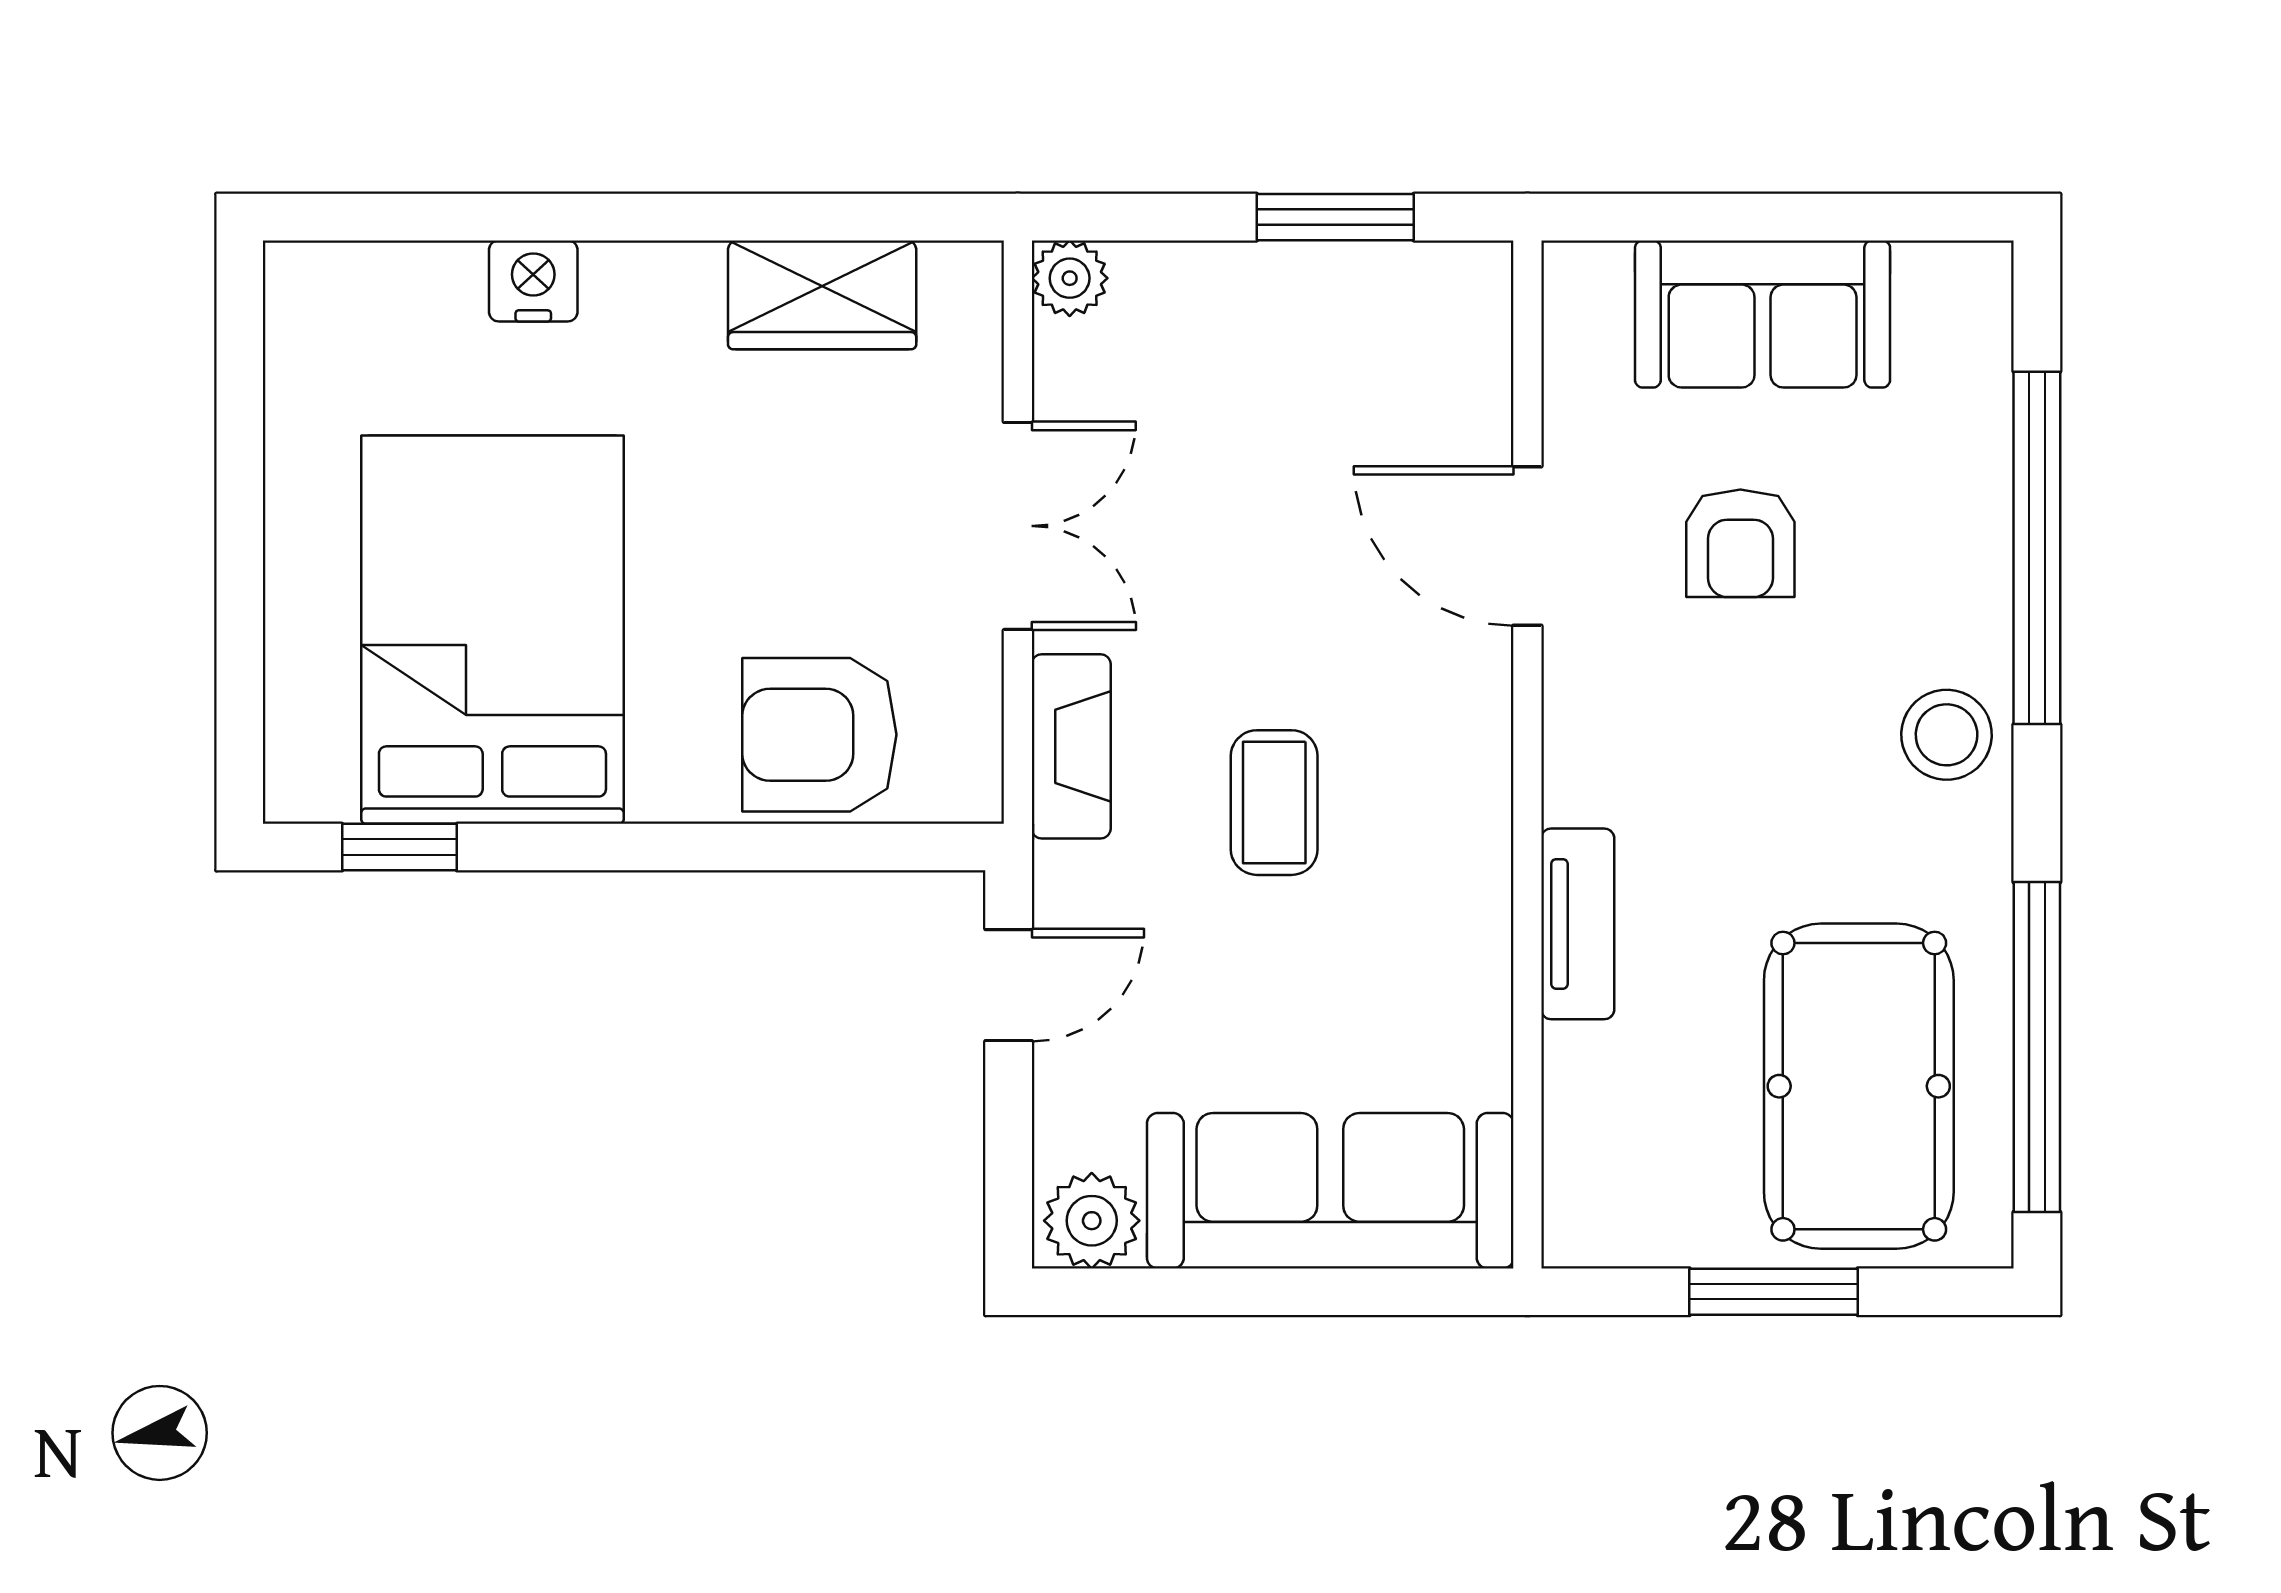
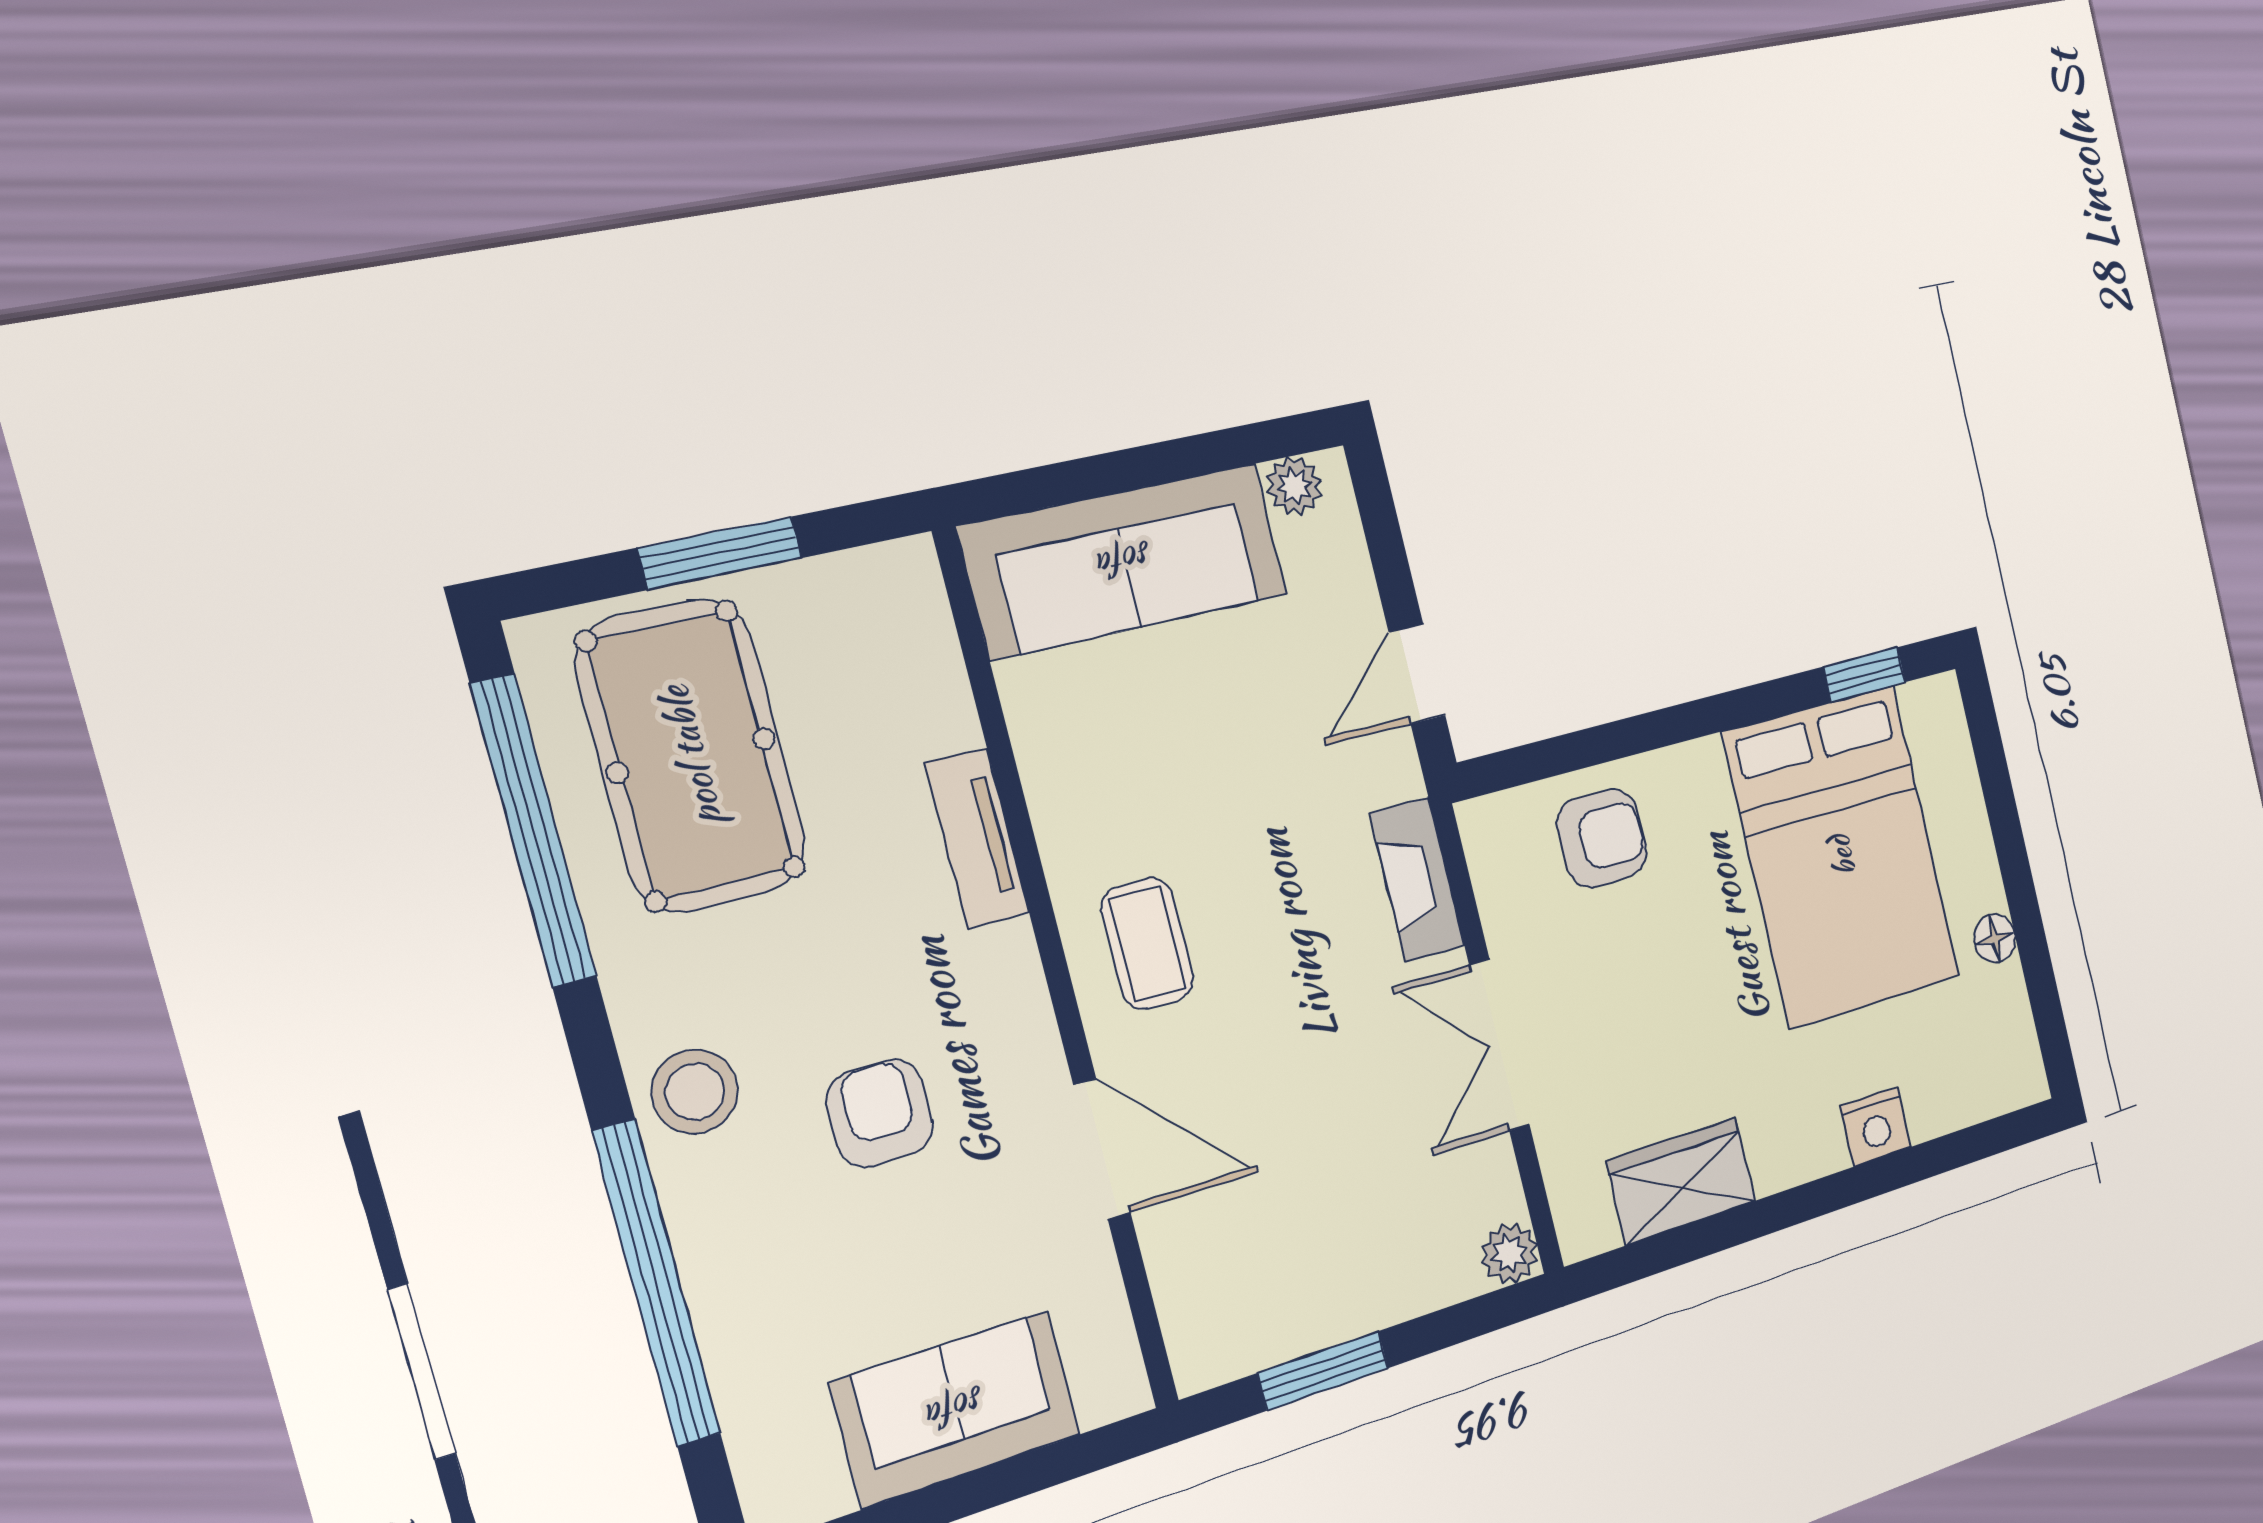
floor lamp: (295, 468) -> (1995, 938), added
armchair: (1740, 543) -> (880, 1113), moved
armchair: (819, 735) -> (1602, 838), width x0.72, depth x0.72
coffee table: (1274, 803) -> (1147, 944), moved
plant: (1092, 1221) -> (1294, 486), width x0.73, depth x0.73

